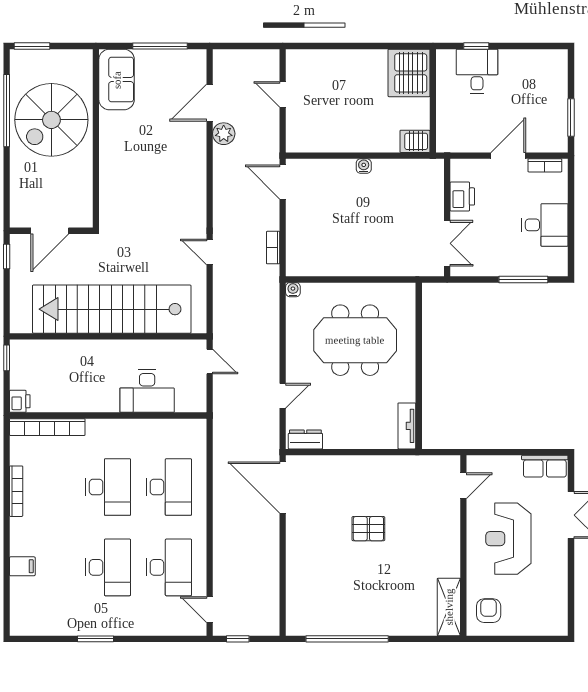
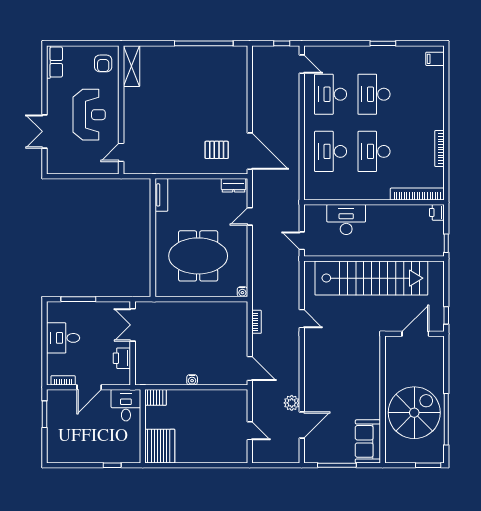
desk: (477, 71) -> (126, 405), moved, turned 180
row of seats: (545, 466) -> (55, 62), moved, turned 90
pallet: (368, 529) -> (217, 150), moved
filing cabinet: (22, 566) -> (435, 59), moved

